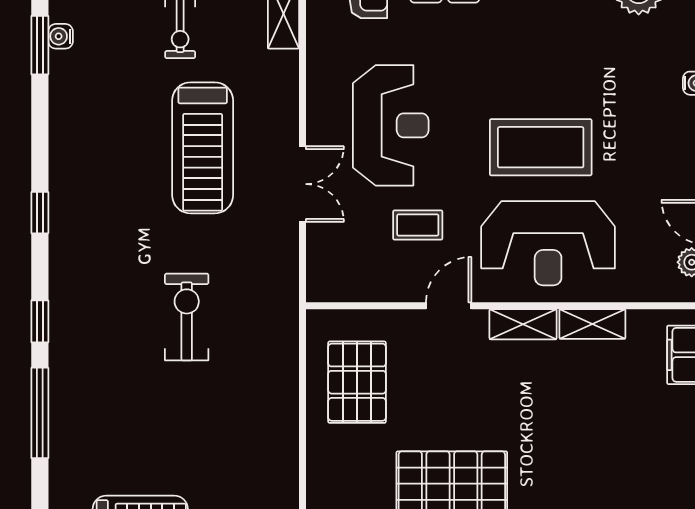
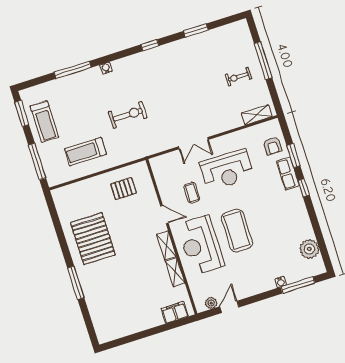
water cooler: (61, 36) -> (106, 68), moved
window: (40, 45) -> (196, 31), moved
treadmill: (203, 148) -> (85, 152), moved, width x0.73, depth x0.73
window: (40, 321) -> (108, 59), removed
pallet: (357, 382) -> (124, 189), width x0.67, depth x0.71

